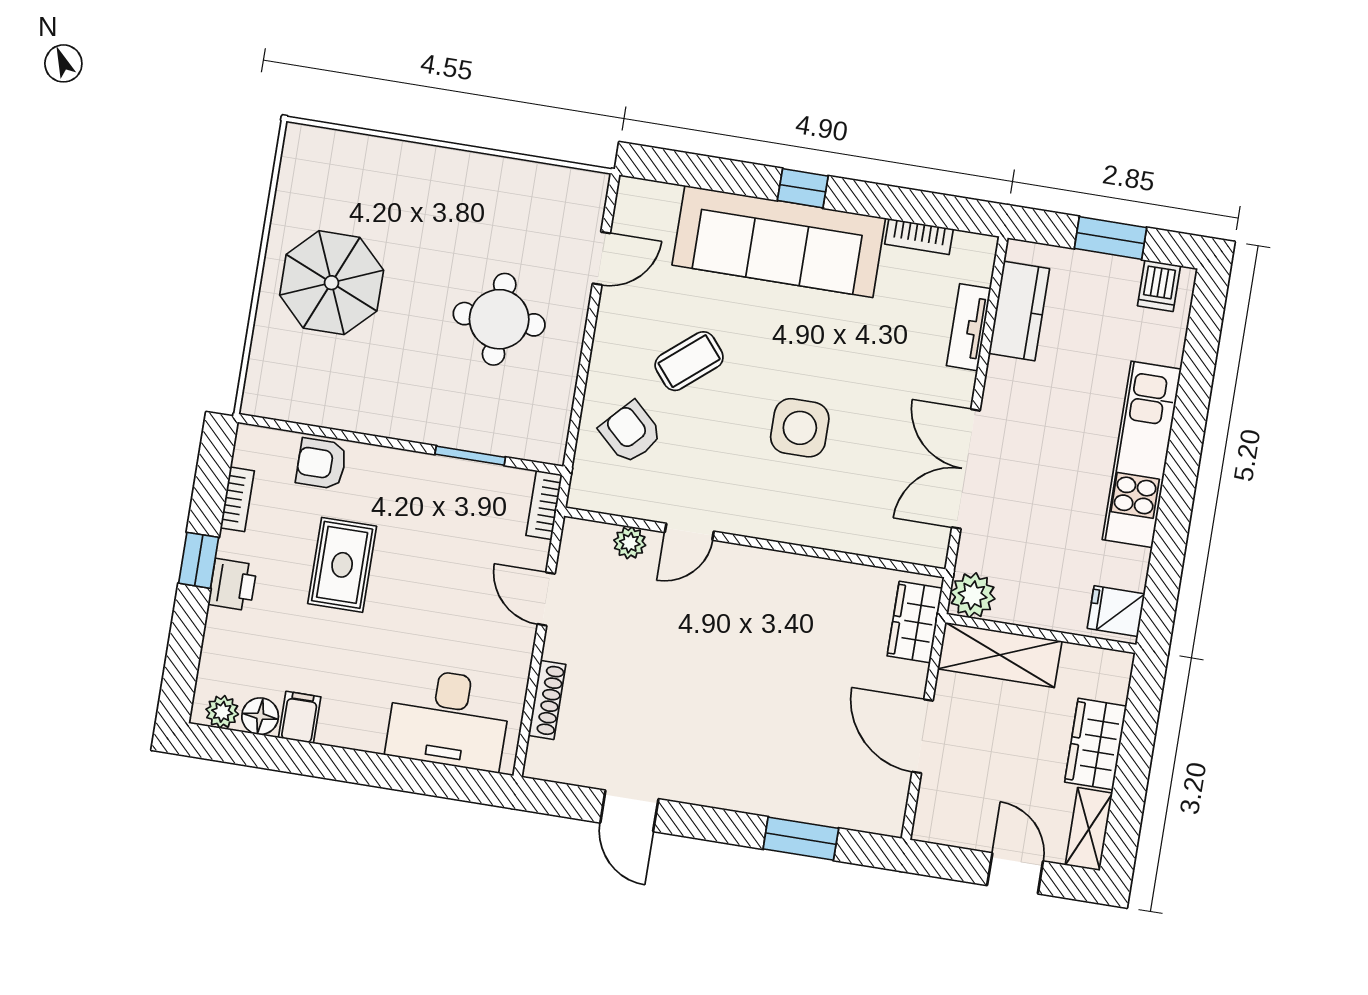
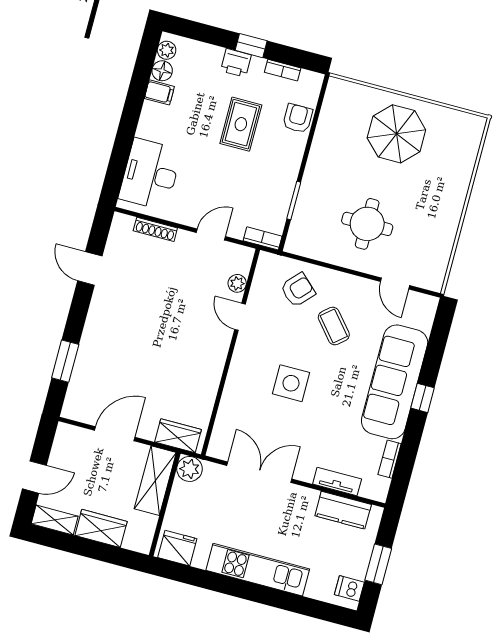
rug: (342, 565) -> (241, 124), turned 90
fridge: (1116, 611) -> (177, 548), width x1.38
door: (629, 811) -> (90, 268), hinge flipped

